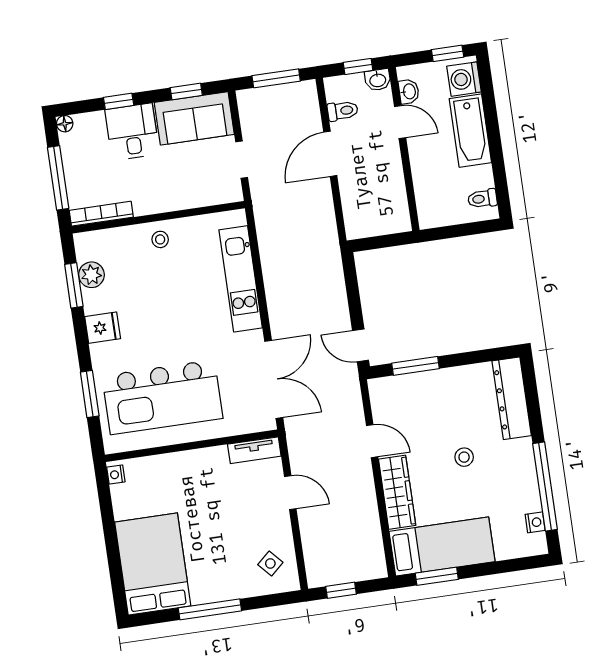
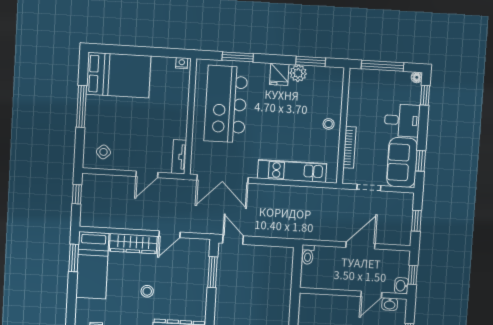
window: (276, 78) -> (416, 221), width x0.67
window: (119, 101) -> (425, 95), moved
toilet: (343, 111) -> (308, 255), moved
door: (330, 154) -> (360, 245), hinge flipped
bookcase: (101, 214) -> (350, 147), moved
plant: (91, 275) -> (298, 73), moved
door: (361, 345) -> (233, 240), hinge flipped

